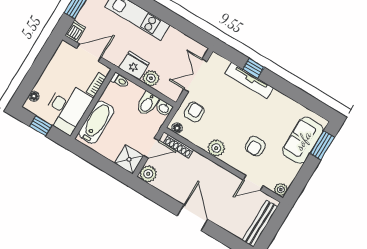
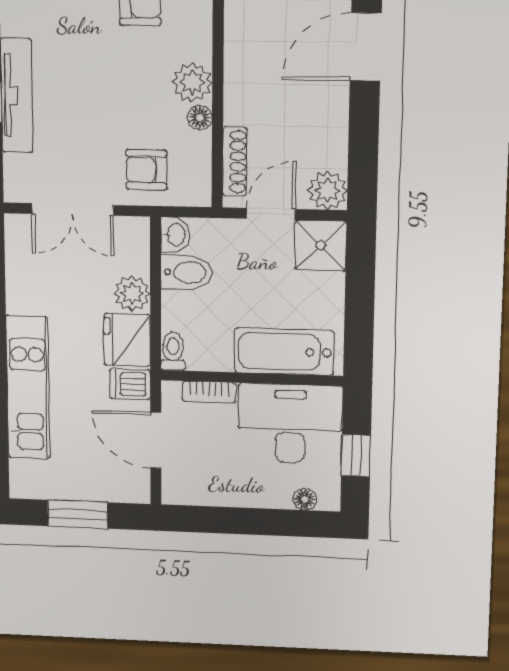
dishwasher: (75, 31) -> (130, 384), moved
floor lamp: (177, 128) -> (200, 118), moved
door: (151, 148) -> (271, 214), hinge flipped

